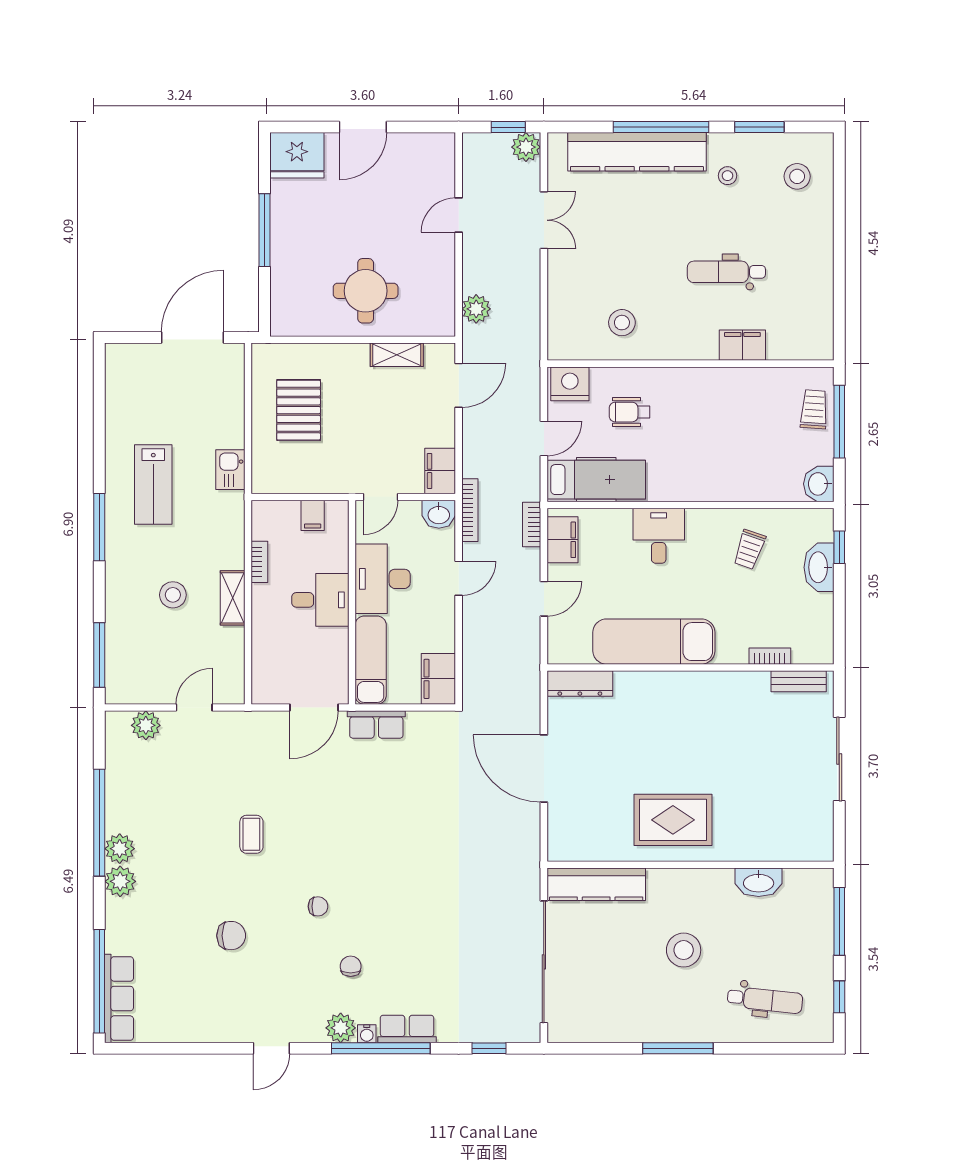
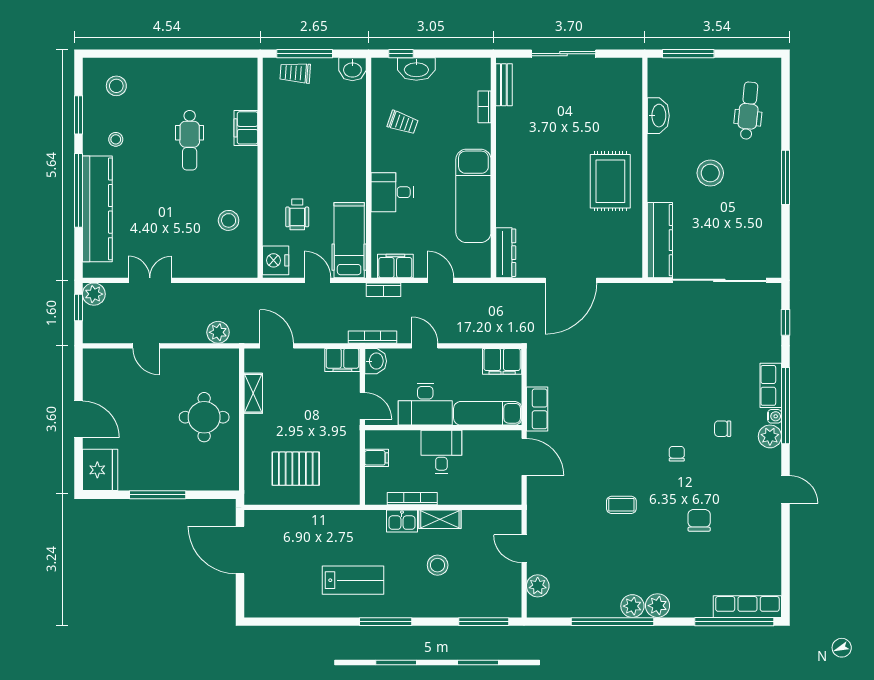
kitchen sink: (230, 470) -> (402, 521), moved
bookcase: (259, 562) -> (412, 499), width x1.56
window: (839, 997) -> (746, 54), removed

